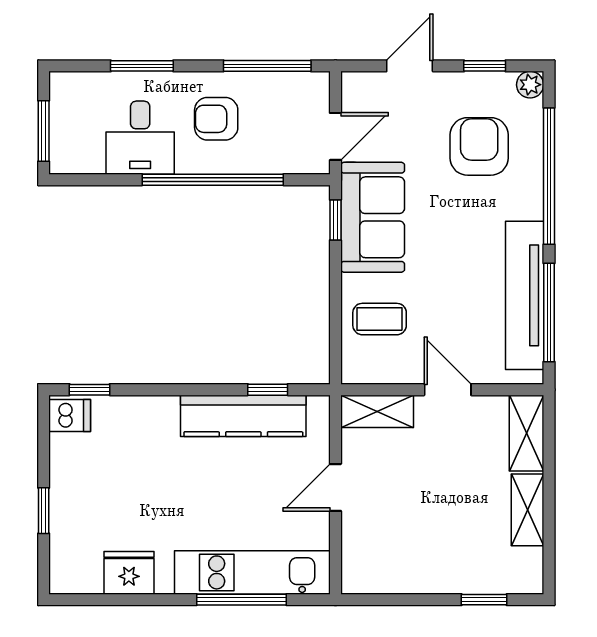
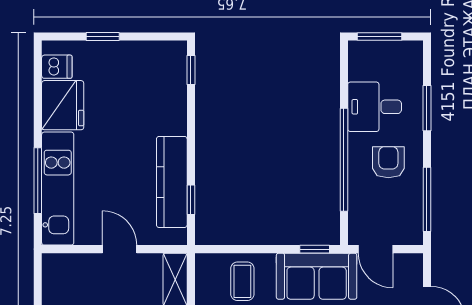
dishwasher: (70, 416) -> (57, 67), moved, turned -90
fridge: (129, 573) -> (63, 105), width x1.36, depth x1.34

